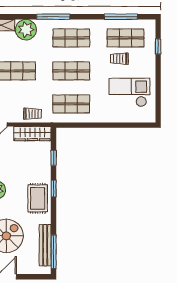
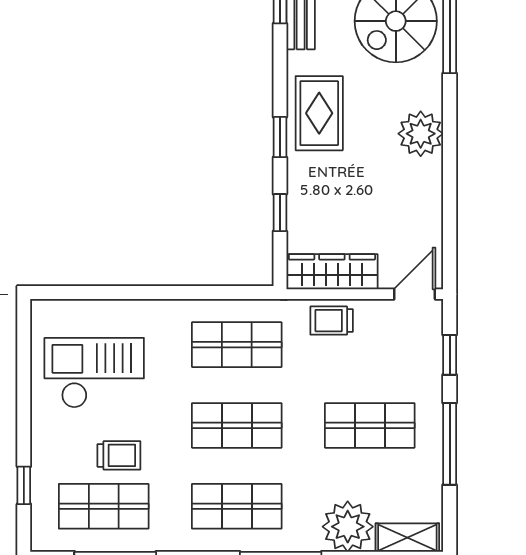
checkout: (129, 92) -> (94, 373), turned 180

